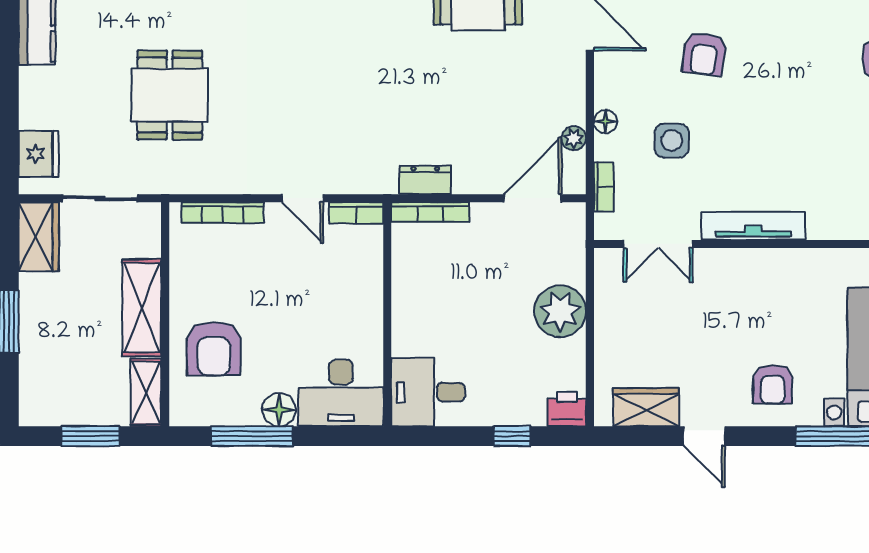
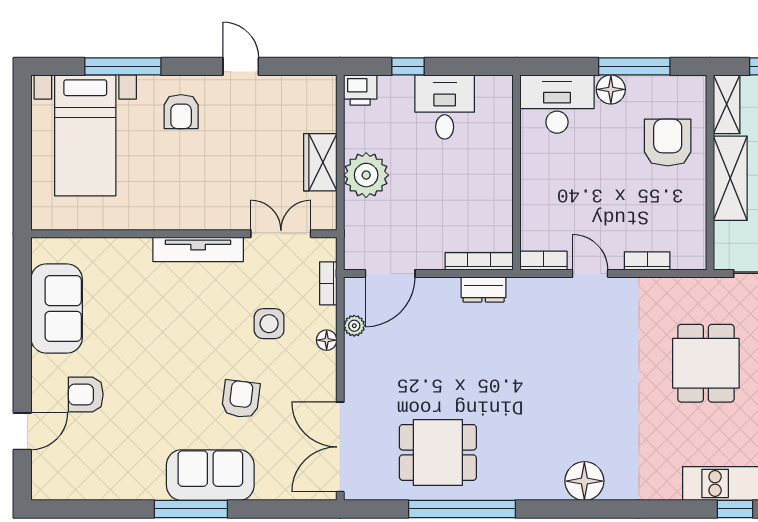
bookcase: (223, 213) -> (647, 261), width x0.64
armchair: (773, 384) -> (181, 112), turned 180
desk: (428, 392) -> (445, 107), moved, turned -90
wardrobe: (646, 407) -> (320, 162), moved, turned 90

